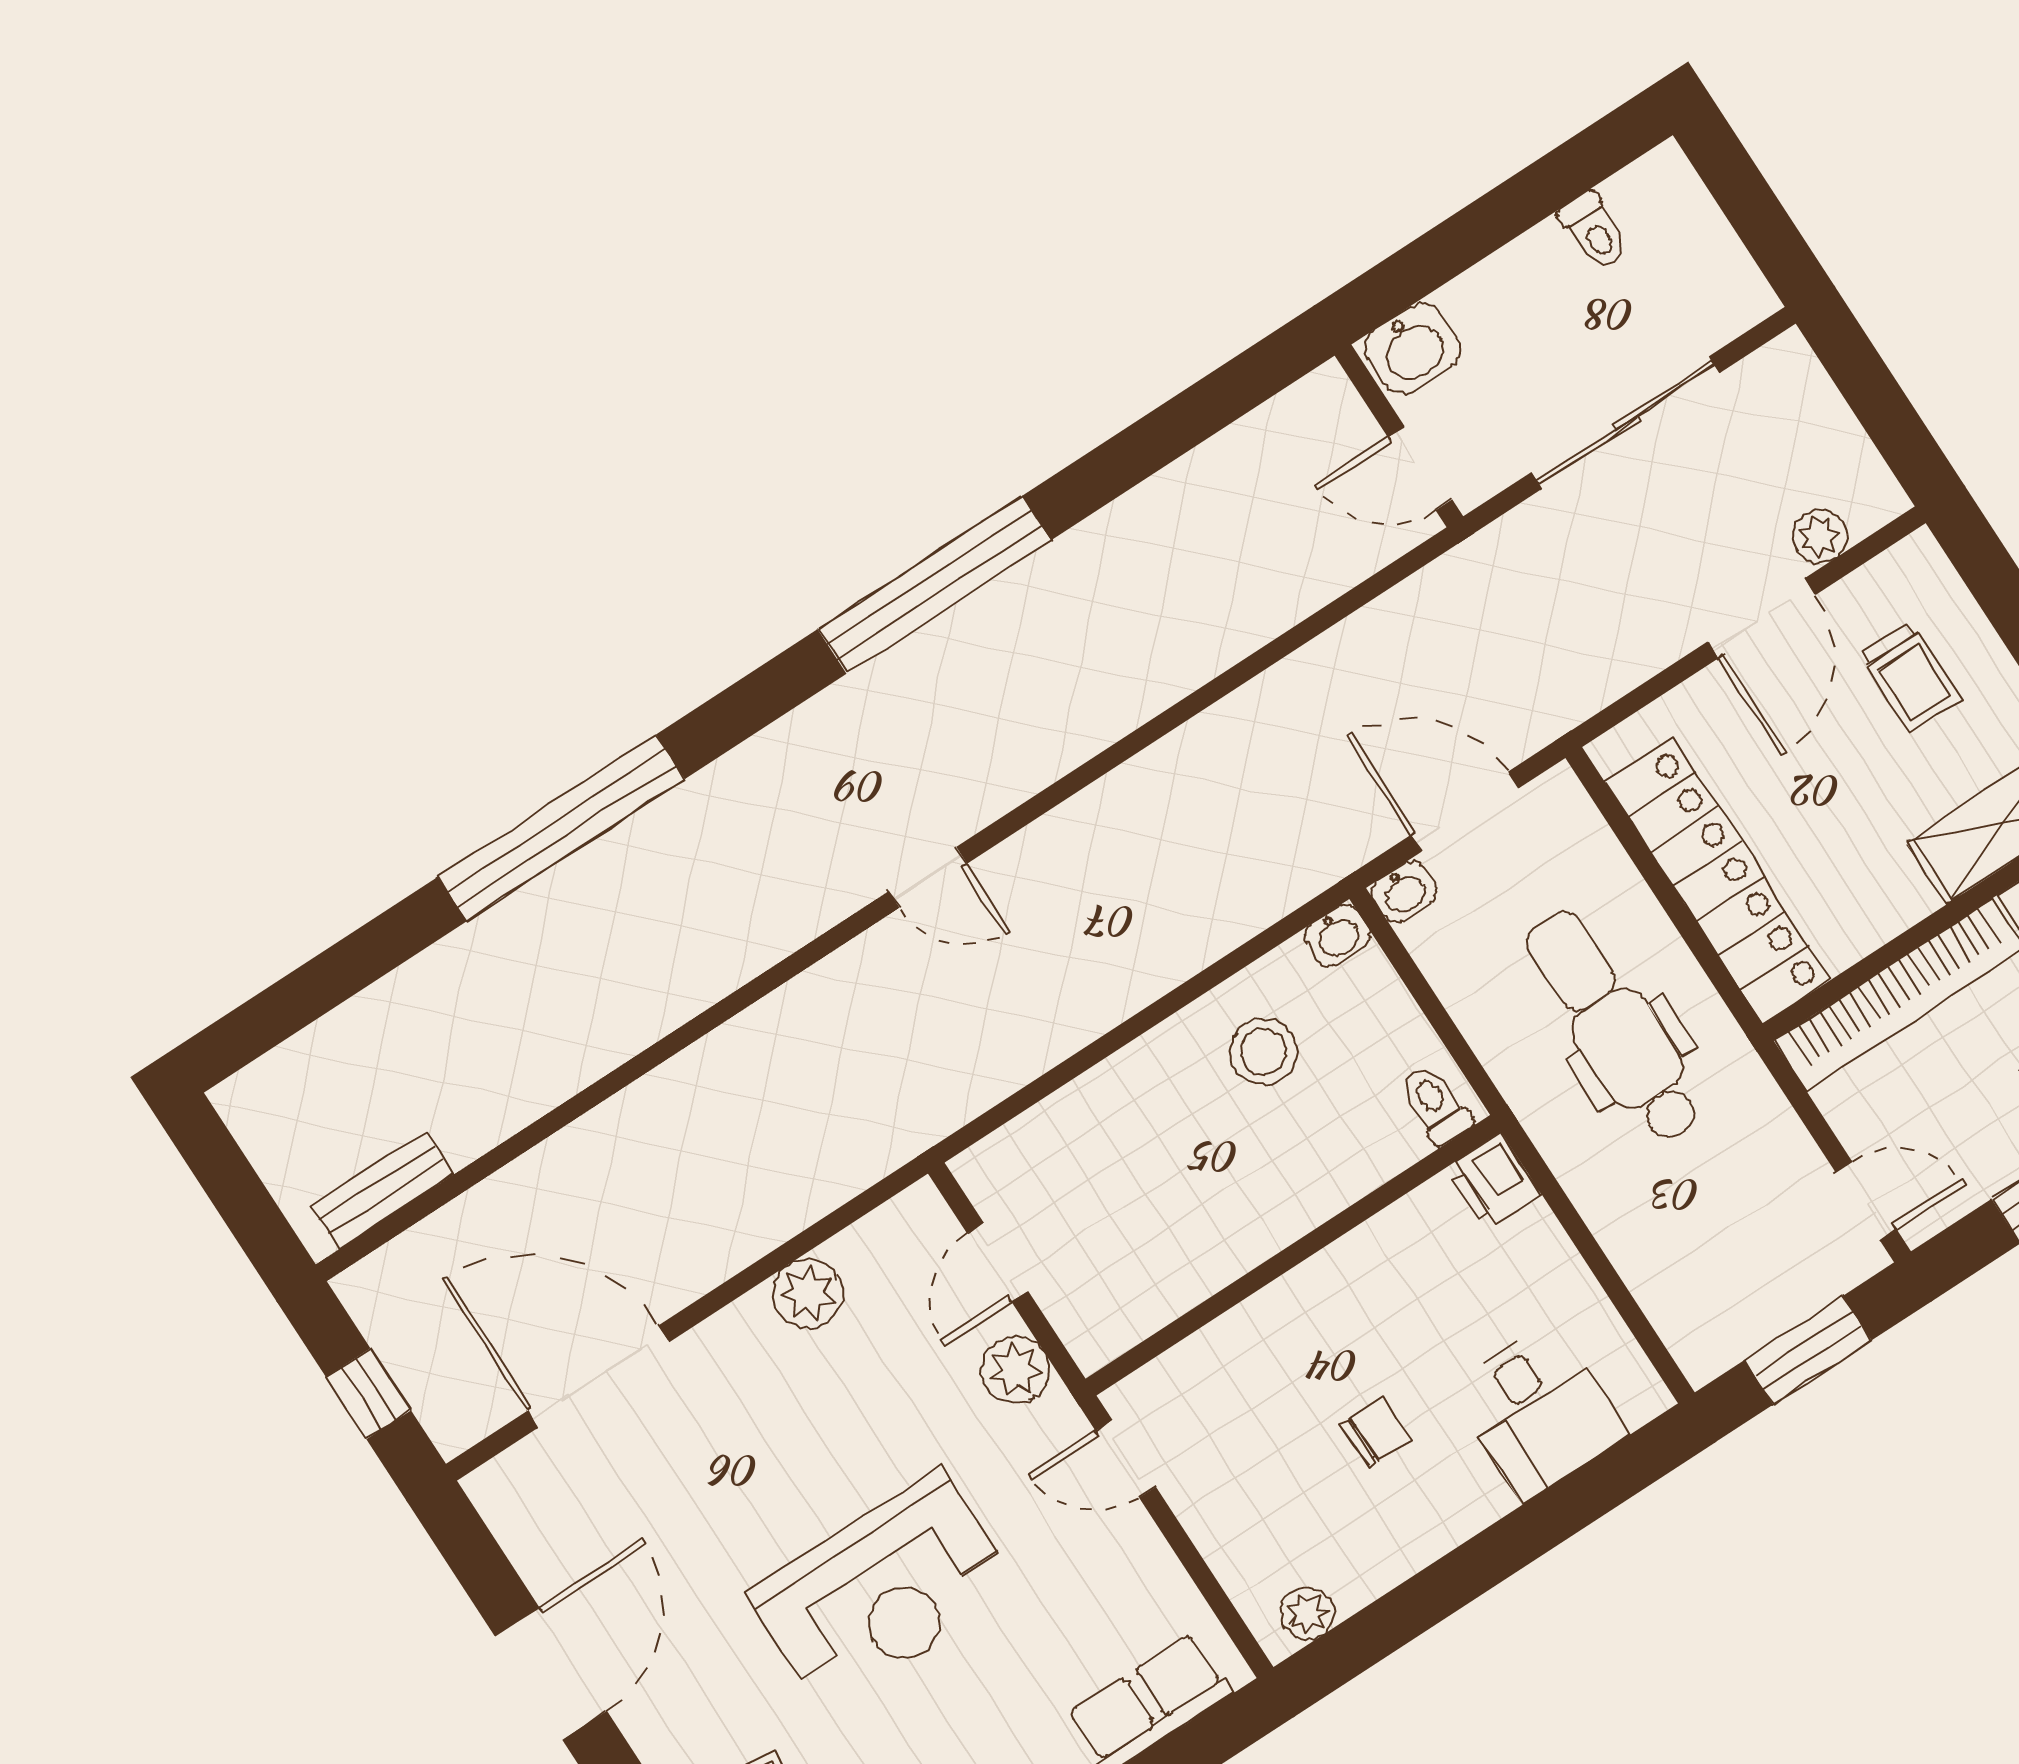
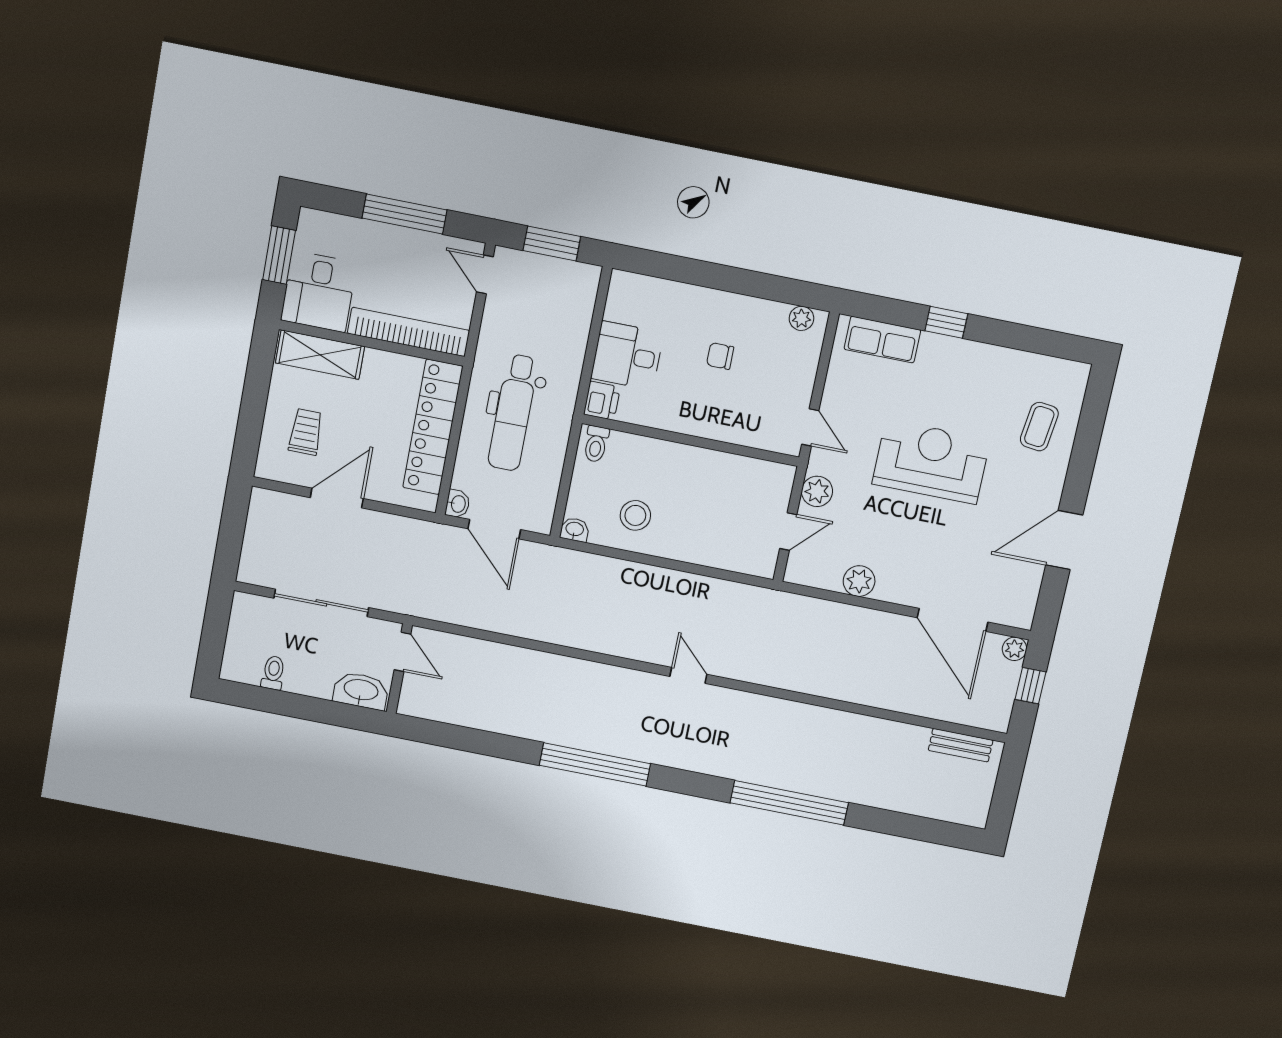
washbasin: (1412, 348) -> (361, 691), width x1.38
plant: (1820, 536) -> (1015, 649), moved
washbasin: (1404, 892) -> (458, 504), moved, turned 90
desk: (1539, 1411) -> (627, 356), moved, turned -90

